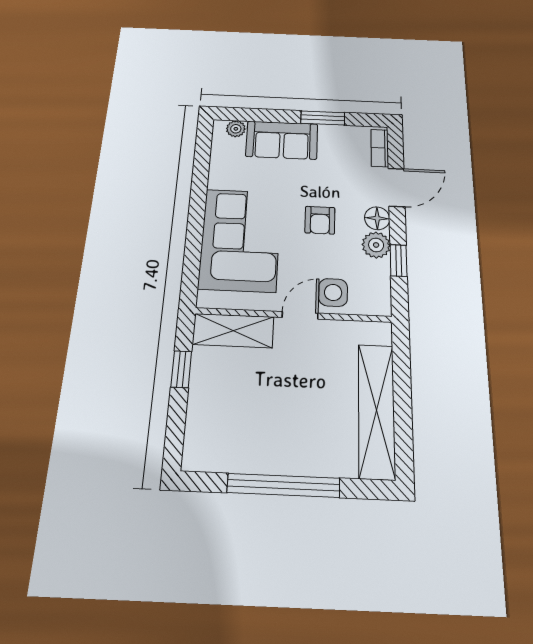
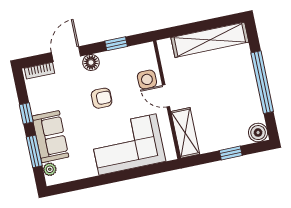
window: (267, 116) -> (34, 151), added
window: (323, 118) -> (26, 113), width x0.67
door: (397, 187) -> (66, 54), hinge flipped
plant: (376, 245) -> (109, 60), removed
window: (181, 369) -> (231, 153), moved
boiler: (199, 454) -> (258, 133), added

